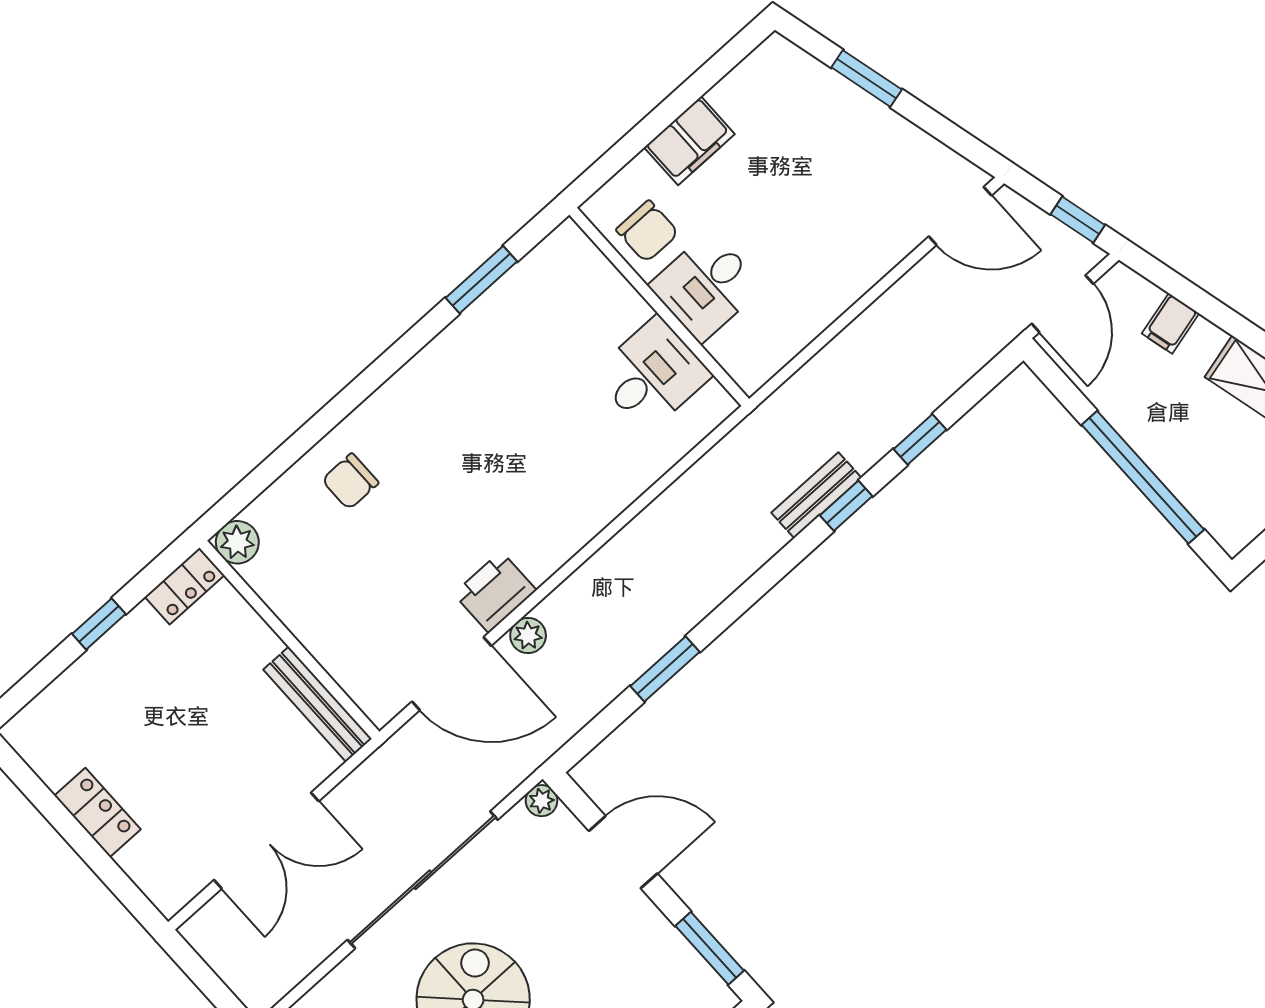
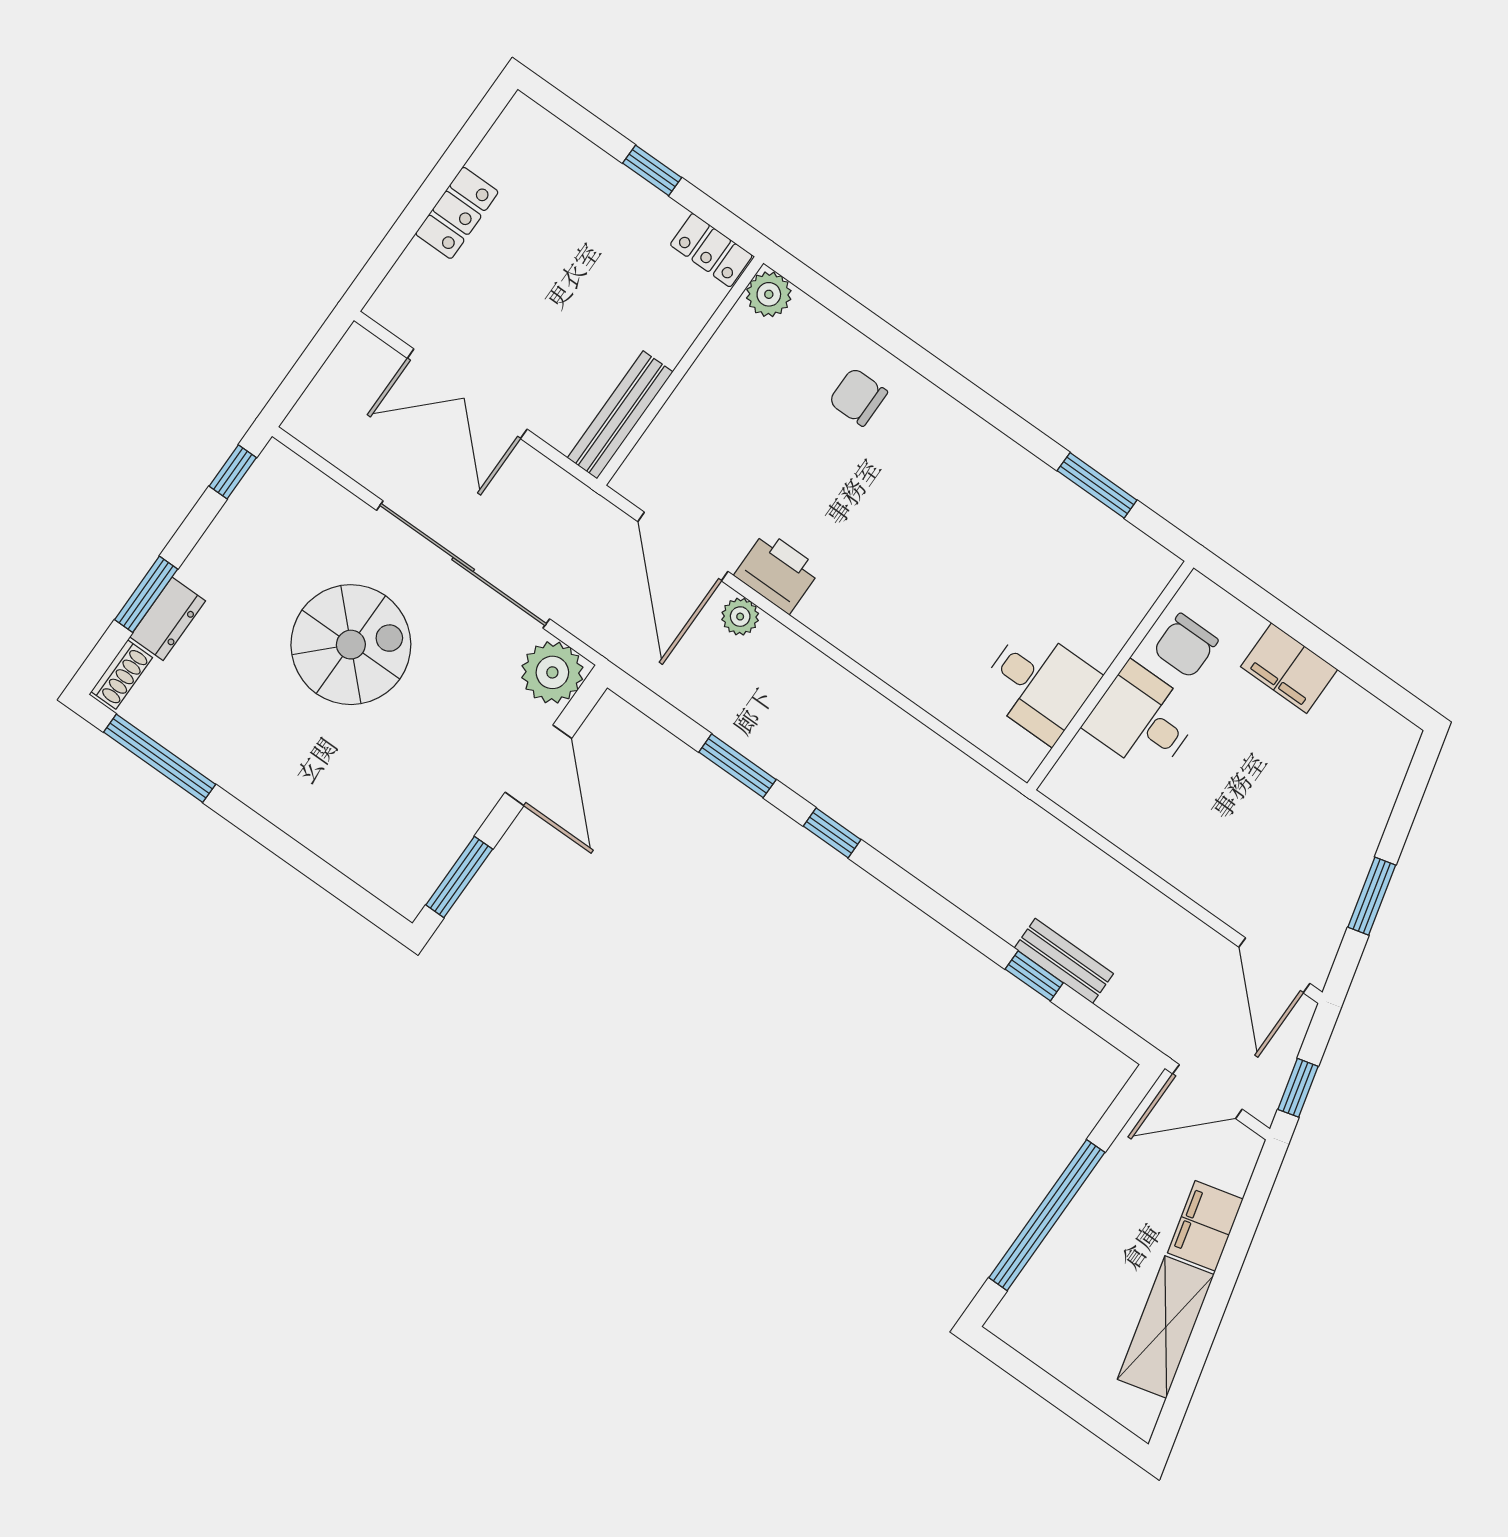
window: (867, 78) -> (1372, 896), moved
filing cabinet: (1170, 323) -> (1205, 1226), width x2.00
bench: (816, 495) -> (1064, 961), moved
window: (846, 506) -> (832, 833), moved
plant: (542, 801) -> (552, 672), width x1.87, depth x1.87

